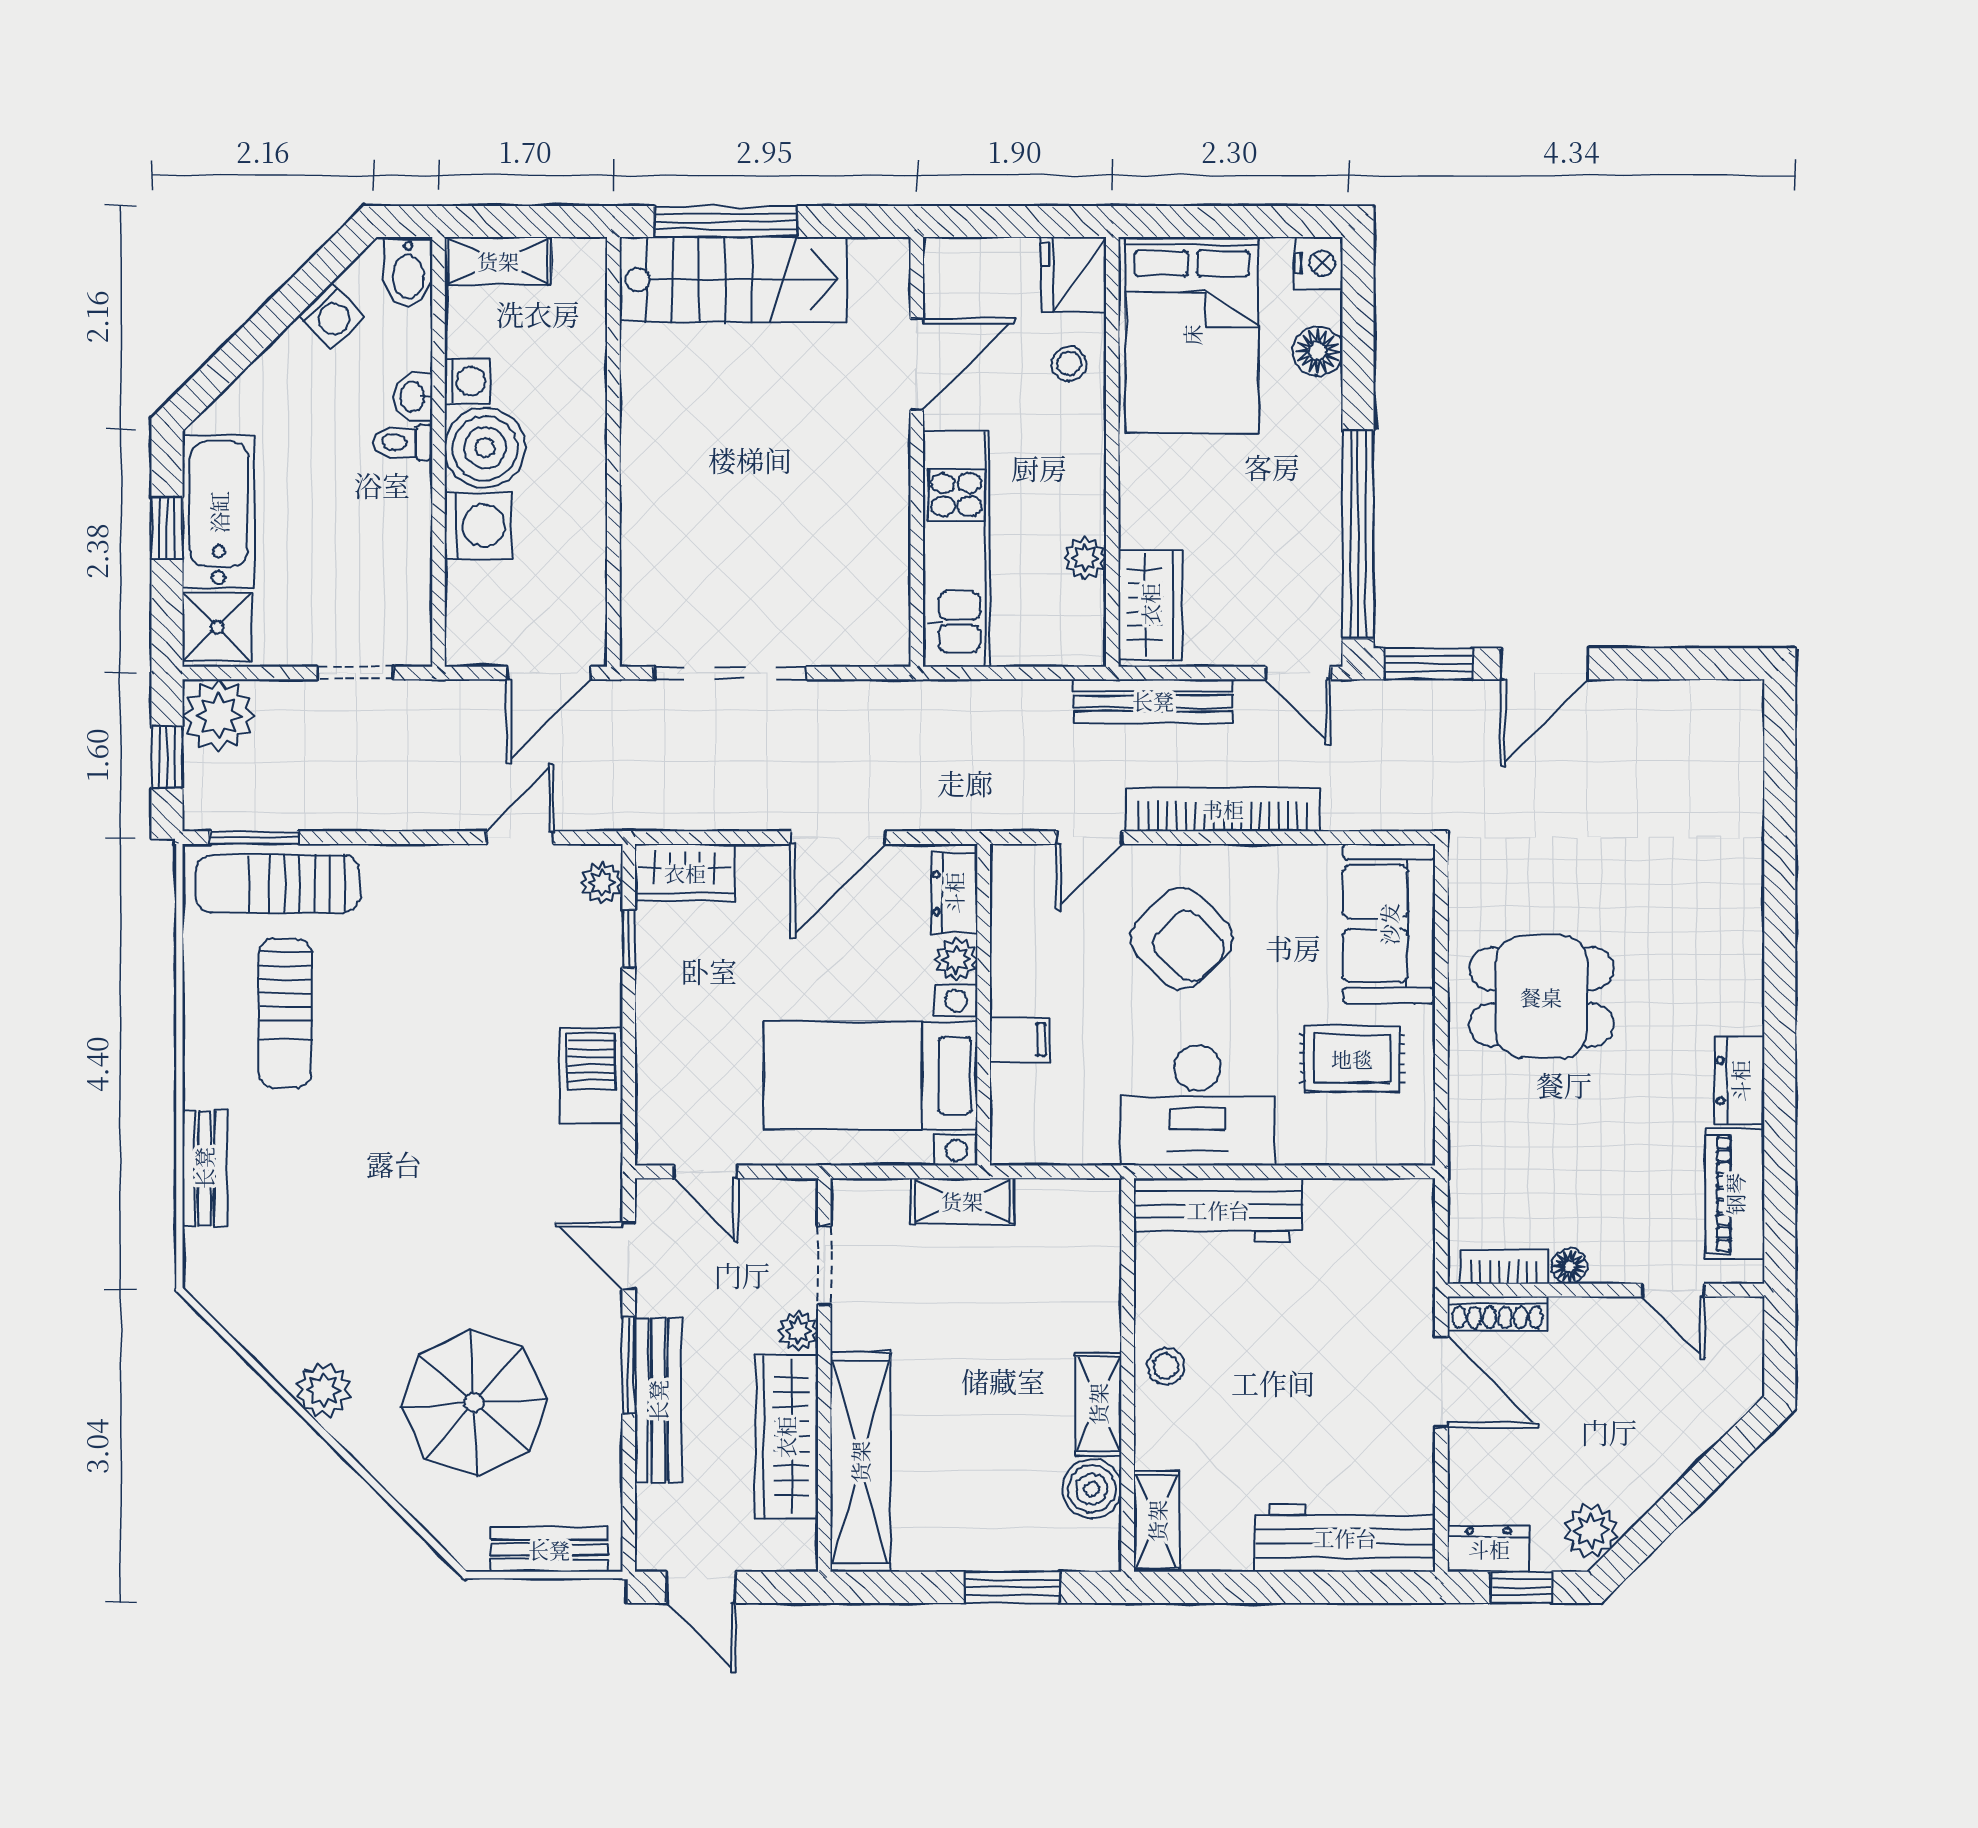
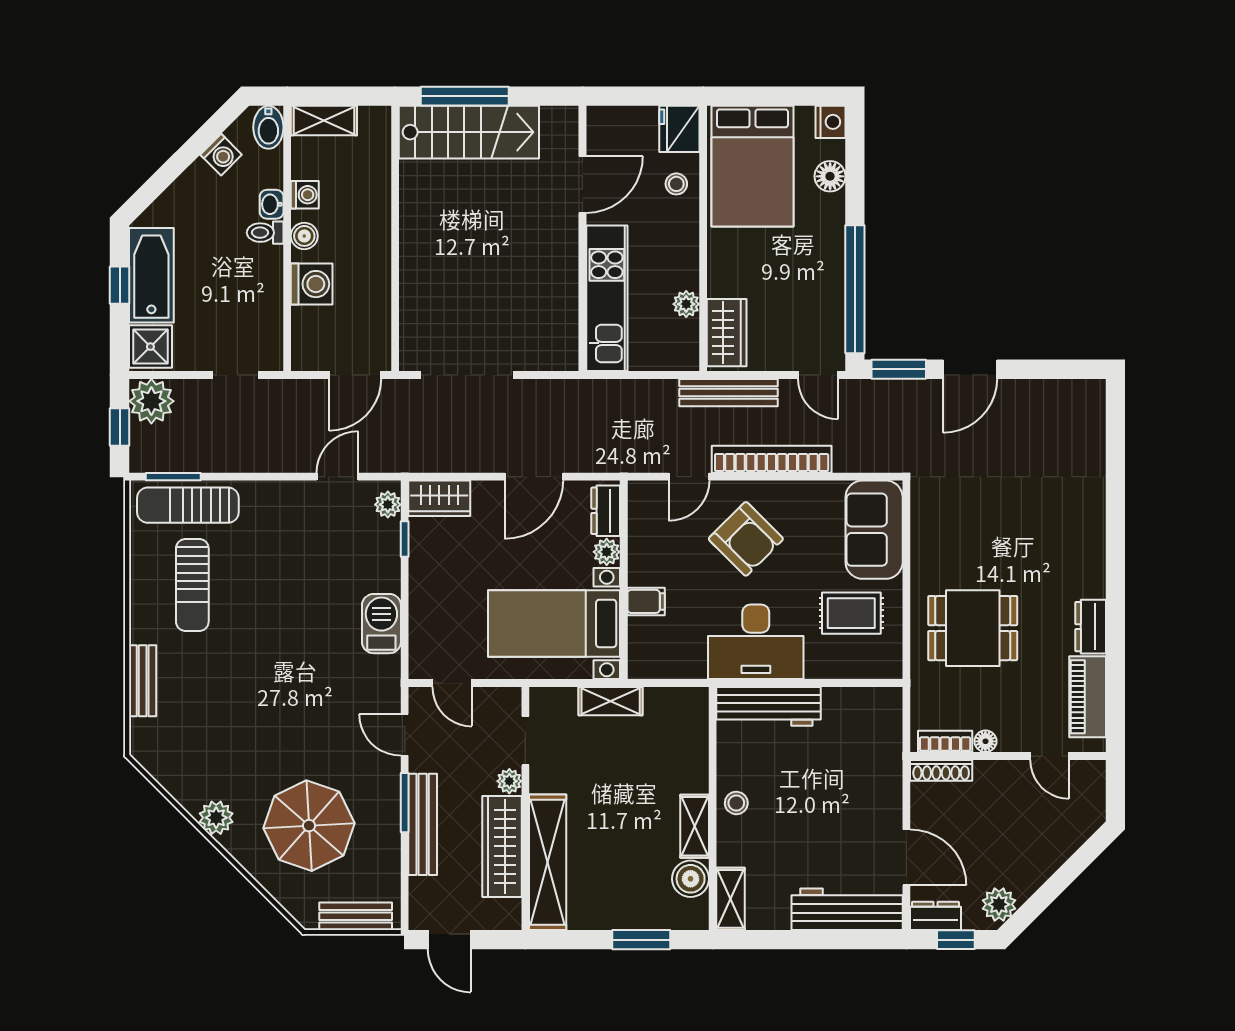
boiler: (485, 448) -> (304, 236), width x0.54, depth x0.54
dining table: (1541, 997) -> (973, 628), moved
door: (1441, 1382) -> (906, 857), moved

